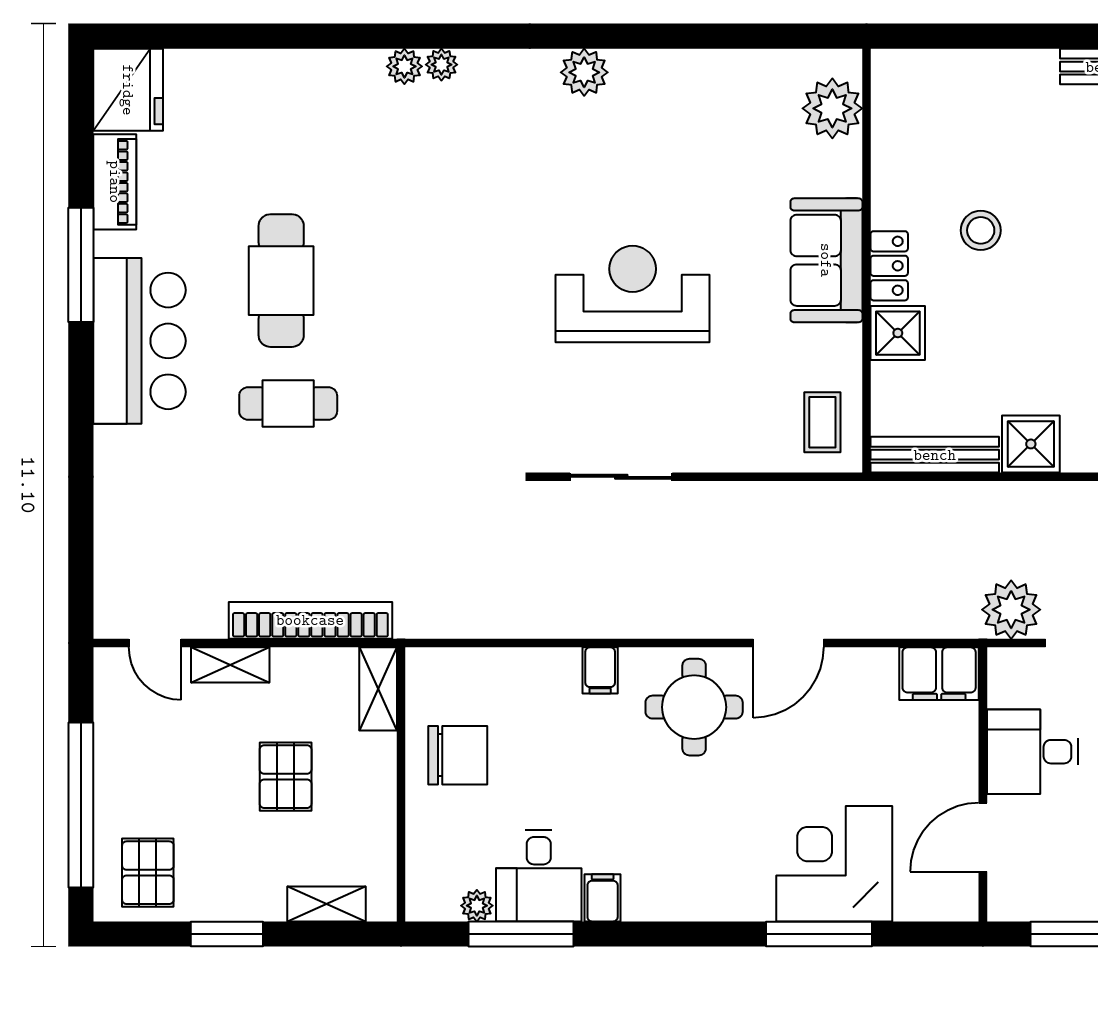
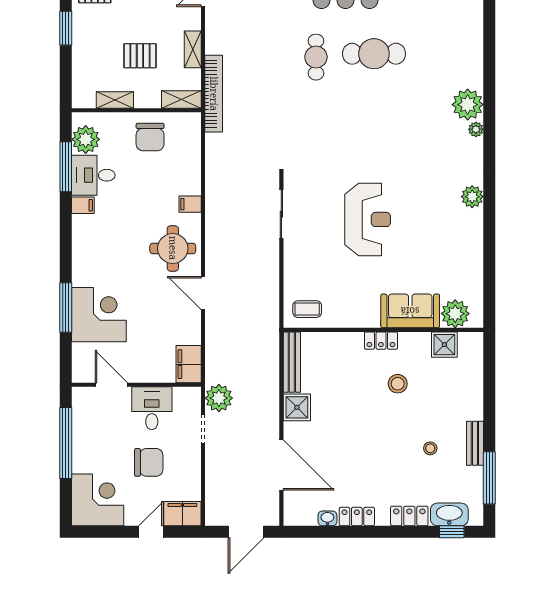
plant: (404, 66) -> (468, 105), width x1.88, depth x1.88
sofa: (826, 260) -> (410, 311), moved
shower: (898, 333) -> (444, 345), moved
bookcase: (310, 620) -> (214, 94), moved
shelving: (230, 665) -> (193, 49), moved
shelving: (326, 904) -> (115, 100), moved, turned 90
plant: (477, 906) -> (86, 139), width x1.88, depth x1.88

